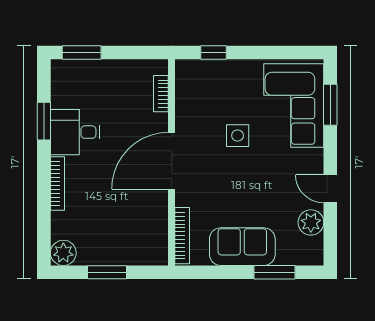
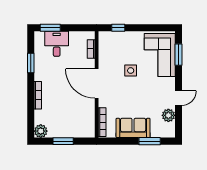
desk: (75, 132) -> (57, 44), moved, turned 90
door: (172, 161) -> (97, 84), hinge flipped
door: (330, 189) -> (178, 98), swing flipped

